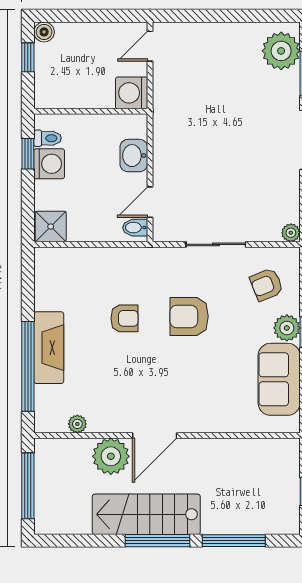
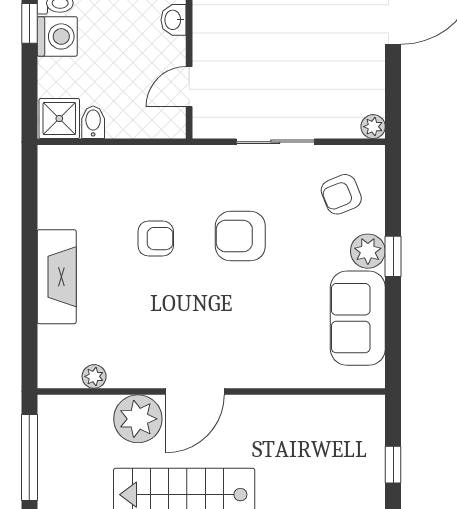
washbasin: (134, 156) -> (173, 20), width x0.72, depth x0.69
bidet: (135, 228) -> (93, 122), moved, turned 90
window: (28, 366) -> (29, 301), removed

